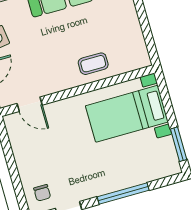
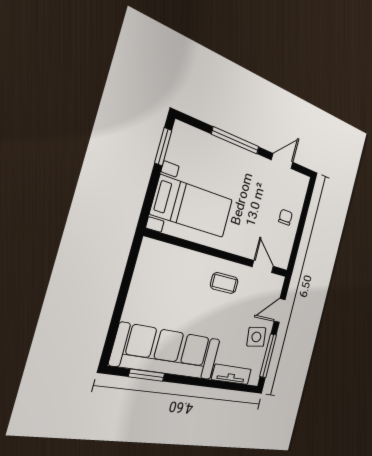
coffee table: (93, 64) -> (224, 283), moved
chair: (42, 193) -> (286, 217), moved

